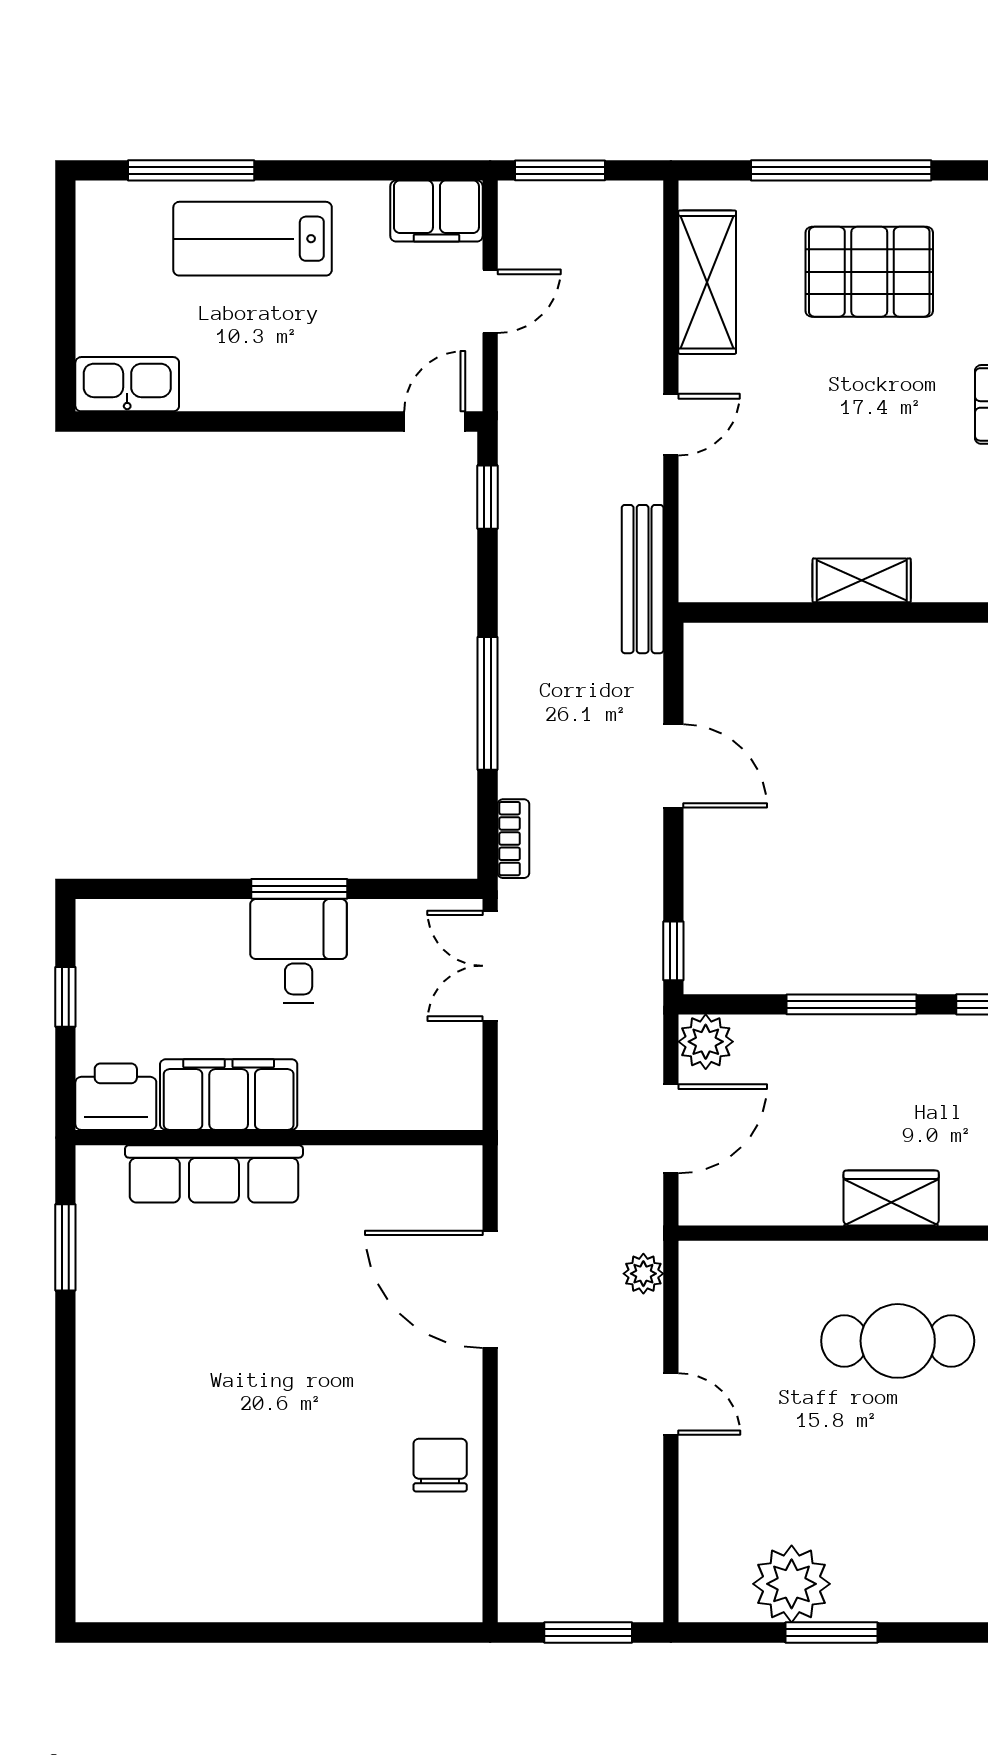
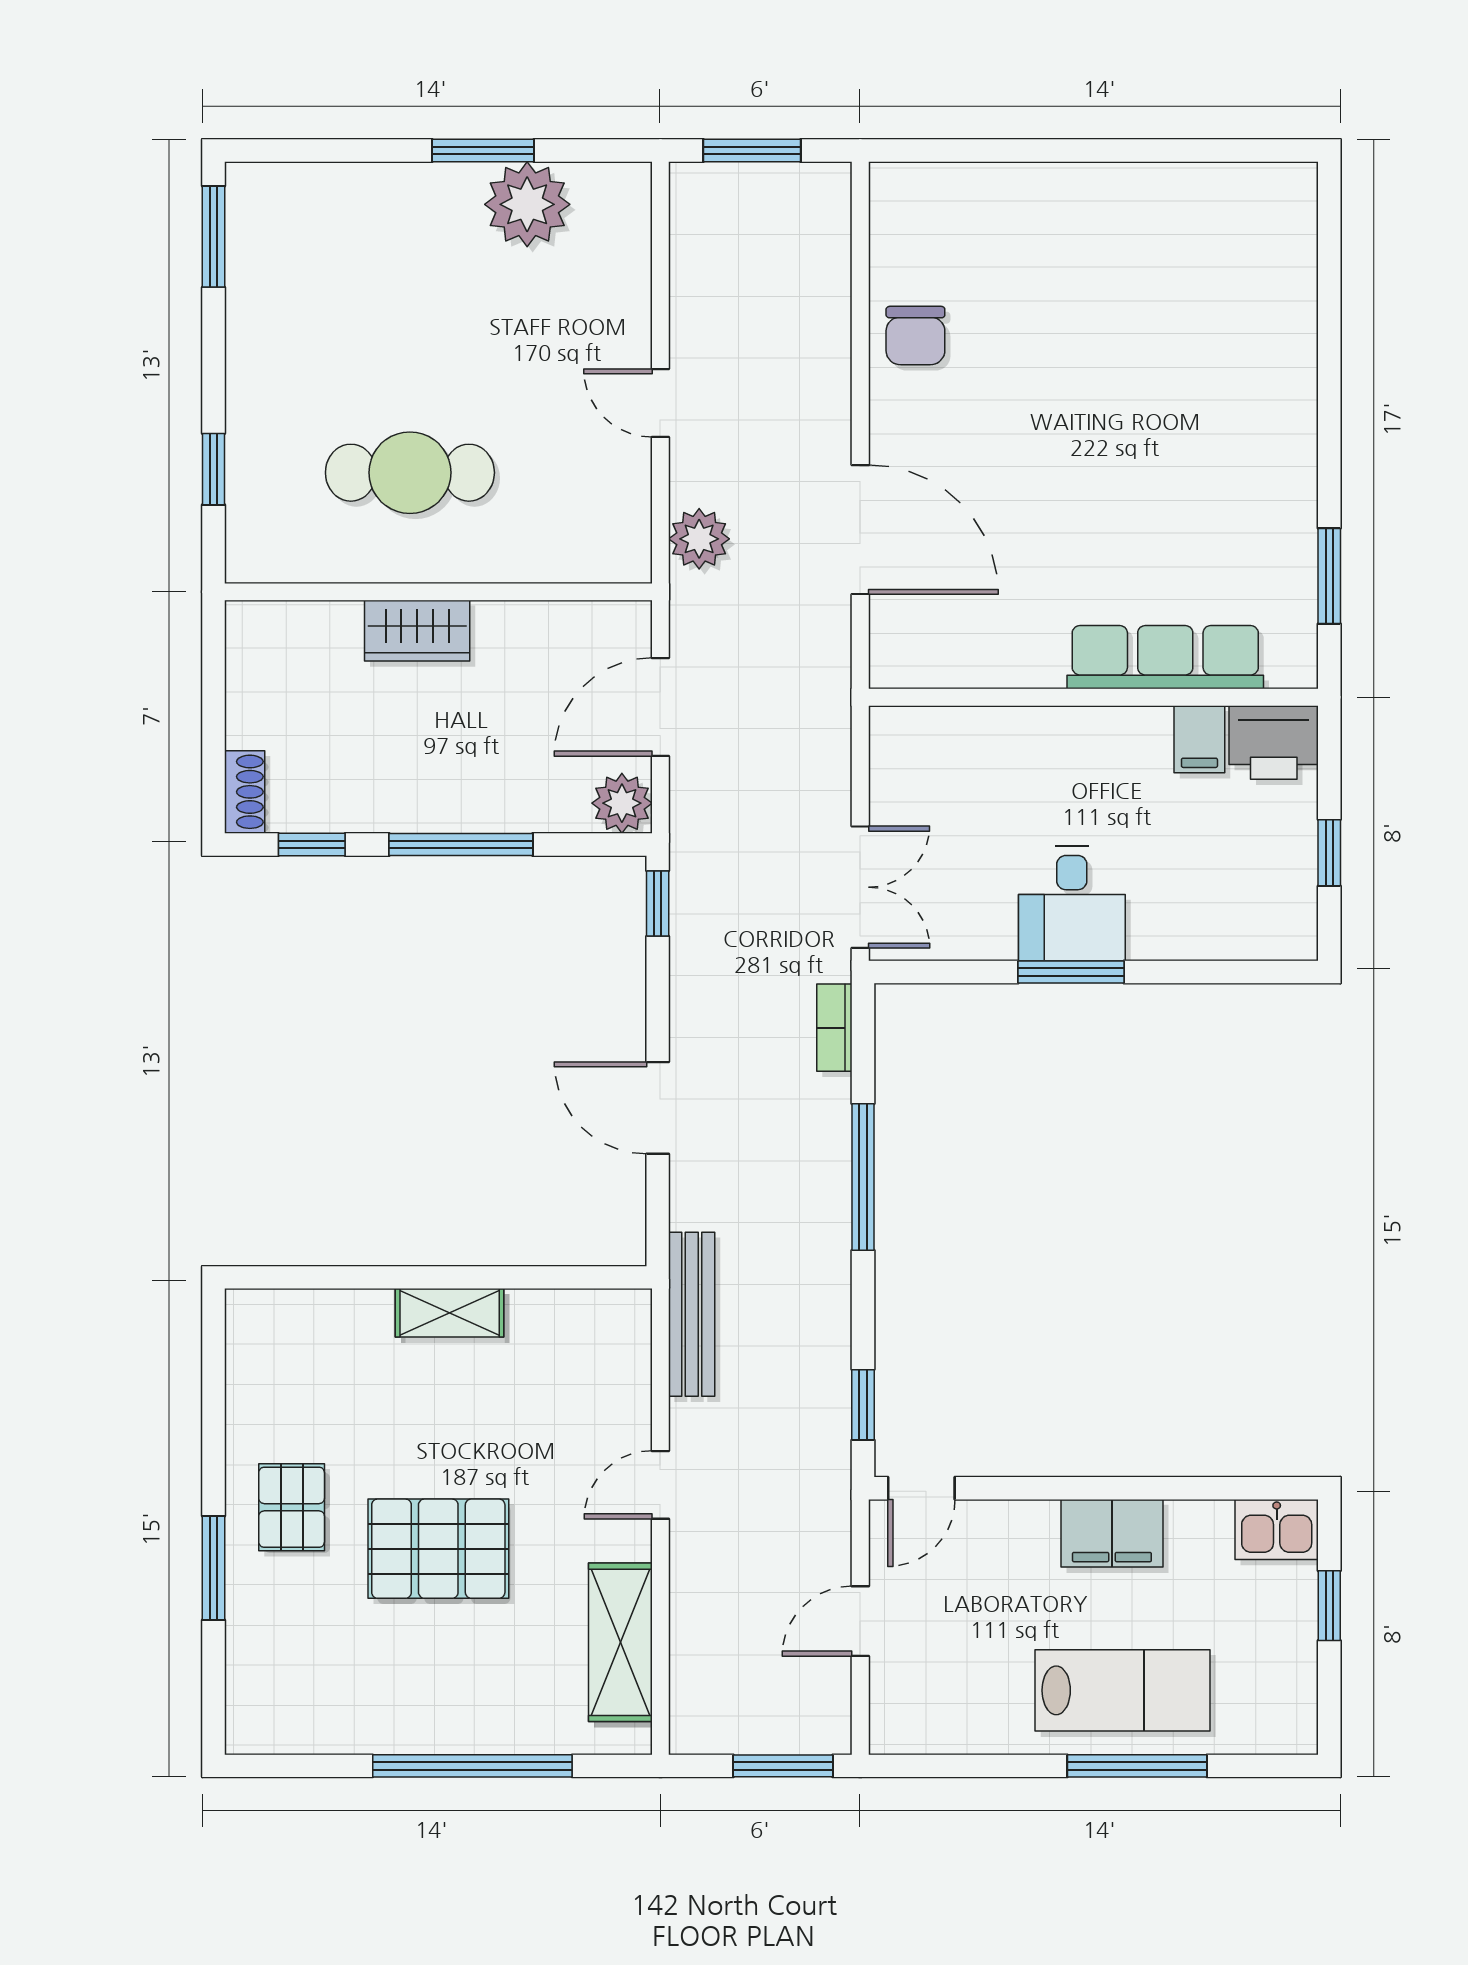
window: (191, 170) -> (1137, 1766), moved
filing cabinet: (436, 211) -> (1112, 1533), moved, turned 180
pallet: (869, 272) -> (438, 1549), moved
window: (65, 315) -> (1329, 1606), added
kitchen sink: (127, 384) -> (1277, 1530), width x0.73
filing cabinet: (229, 1095) -> (1199, 739), width x0.33, depth x0.86
plant: (643, 1274) -> (699, 539), width x1.38, depth x1.38

